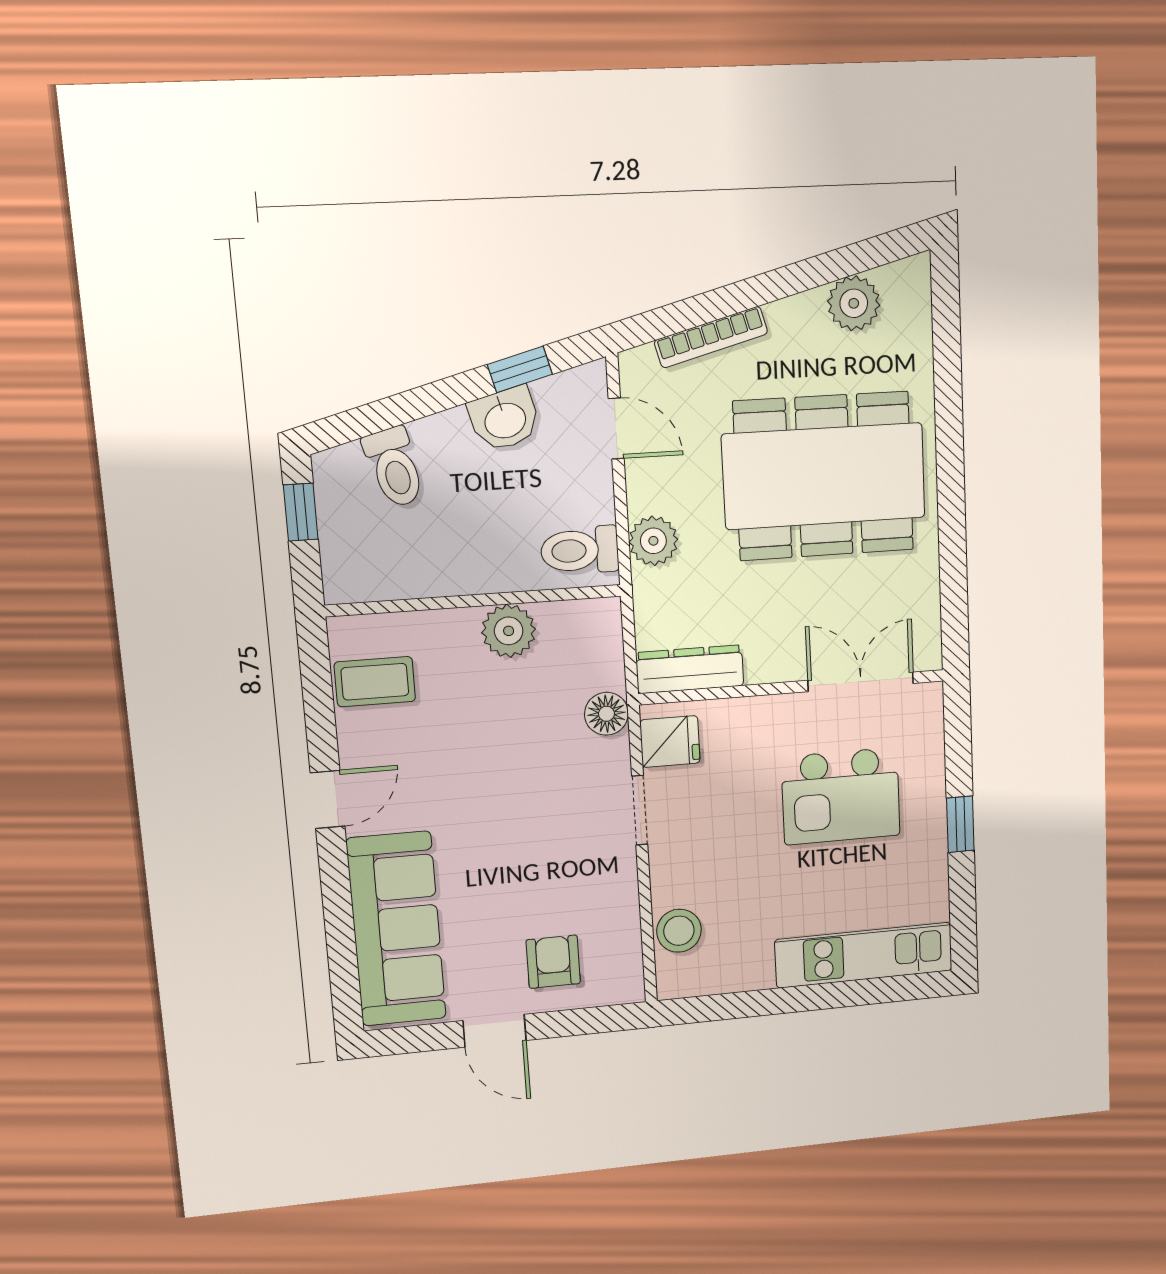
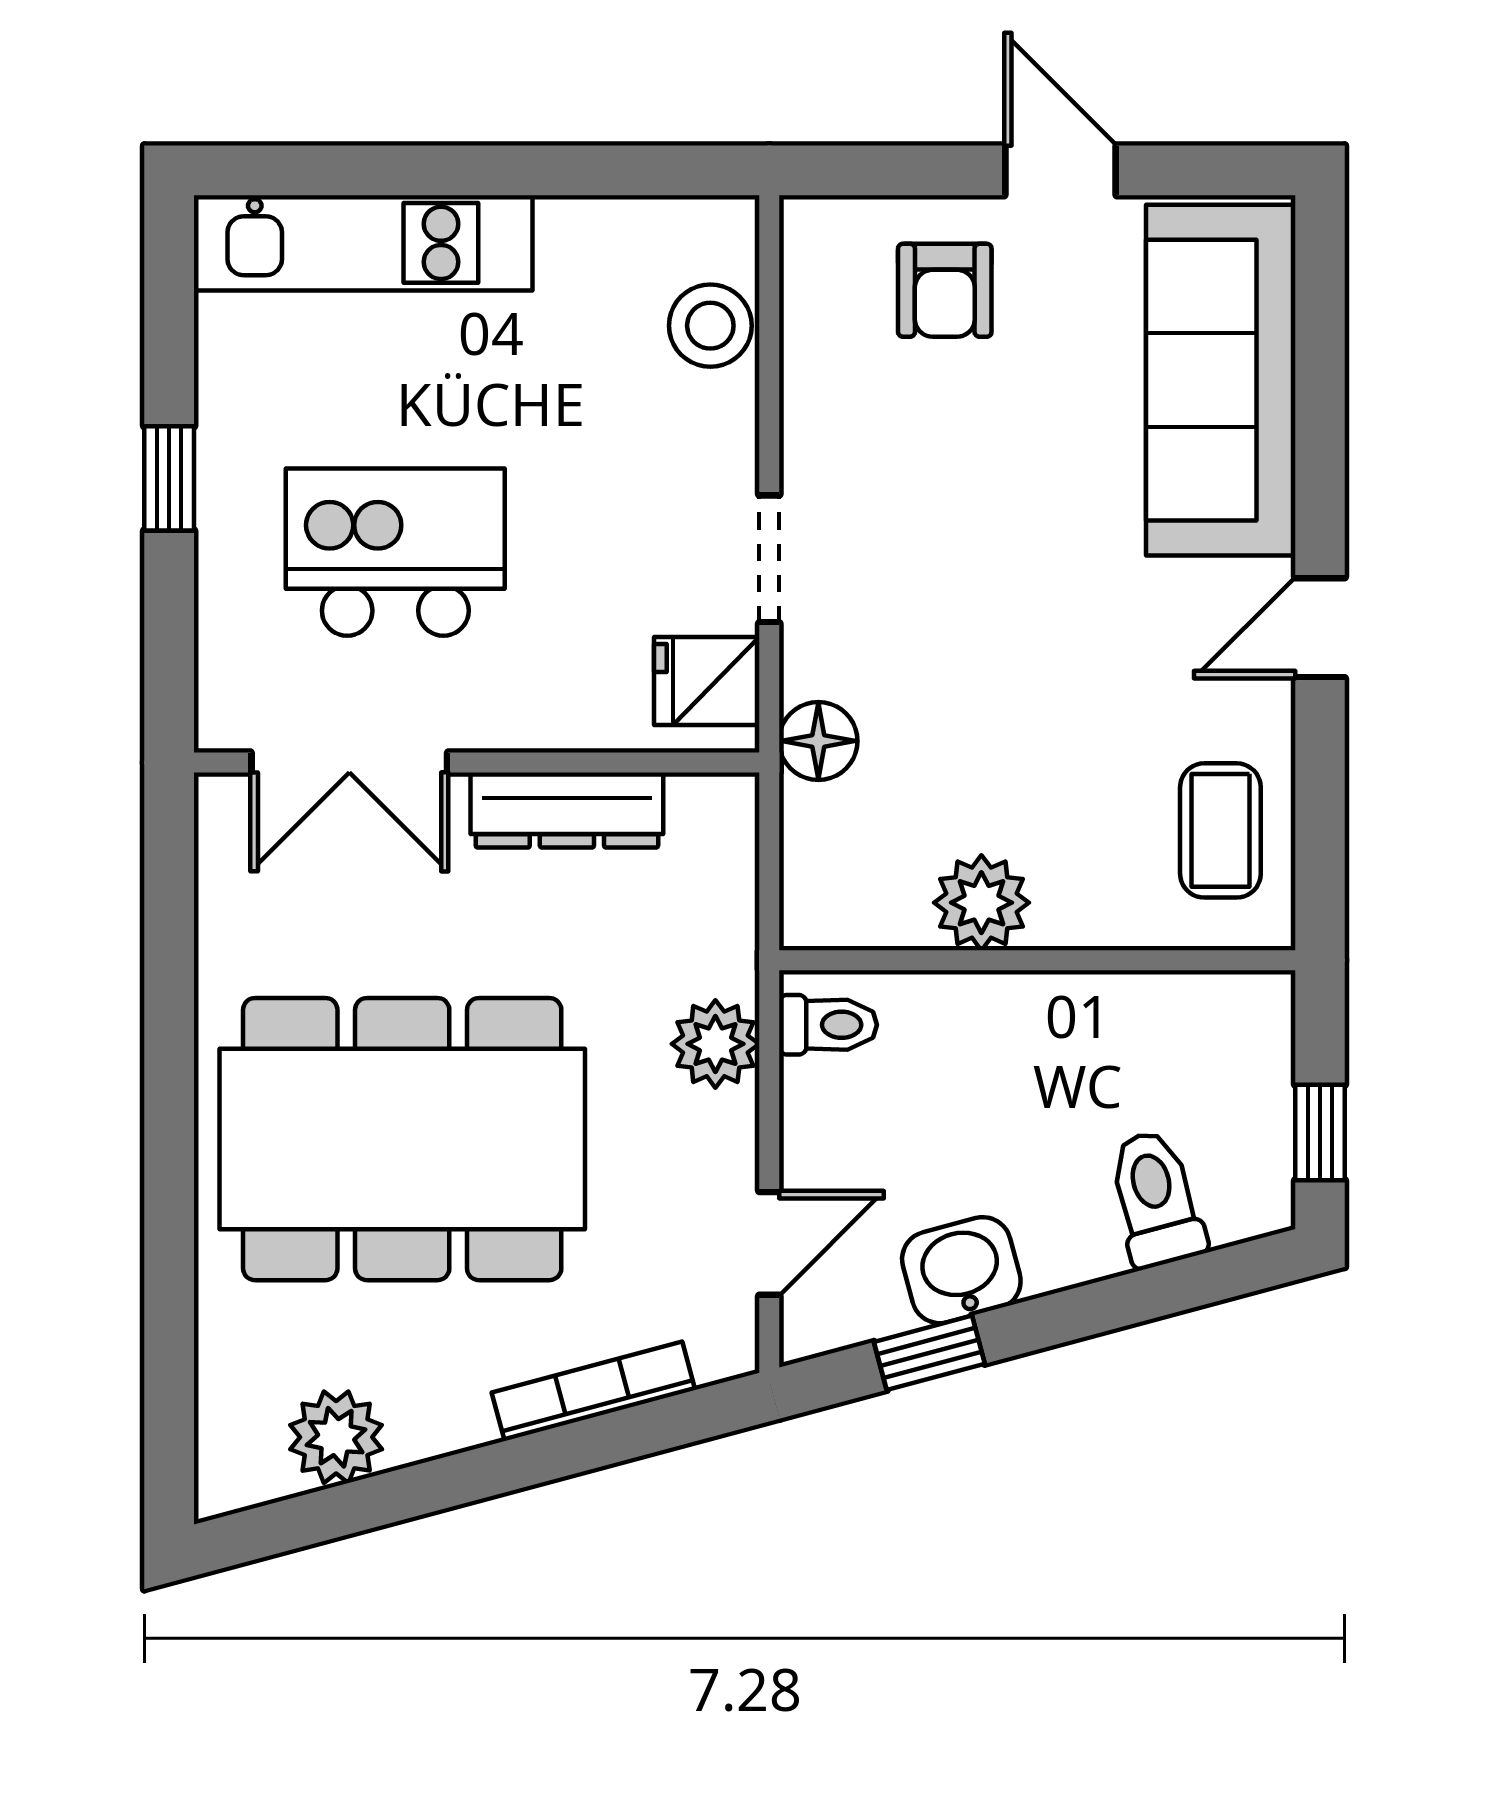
door: (616, 429) -> (769, 1243), swing flipped
toilet: (580, 550) -> (828, 1025), width x0.73, depth x0.72
dresser: (690, 669) -> (567, 810), moved
coffee table: (375, 682) -> (1220, 830), turned 90

